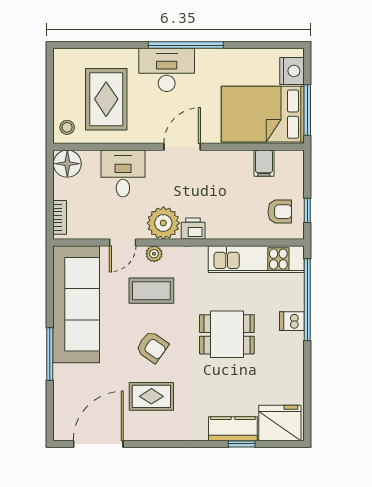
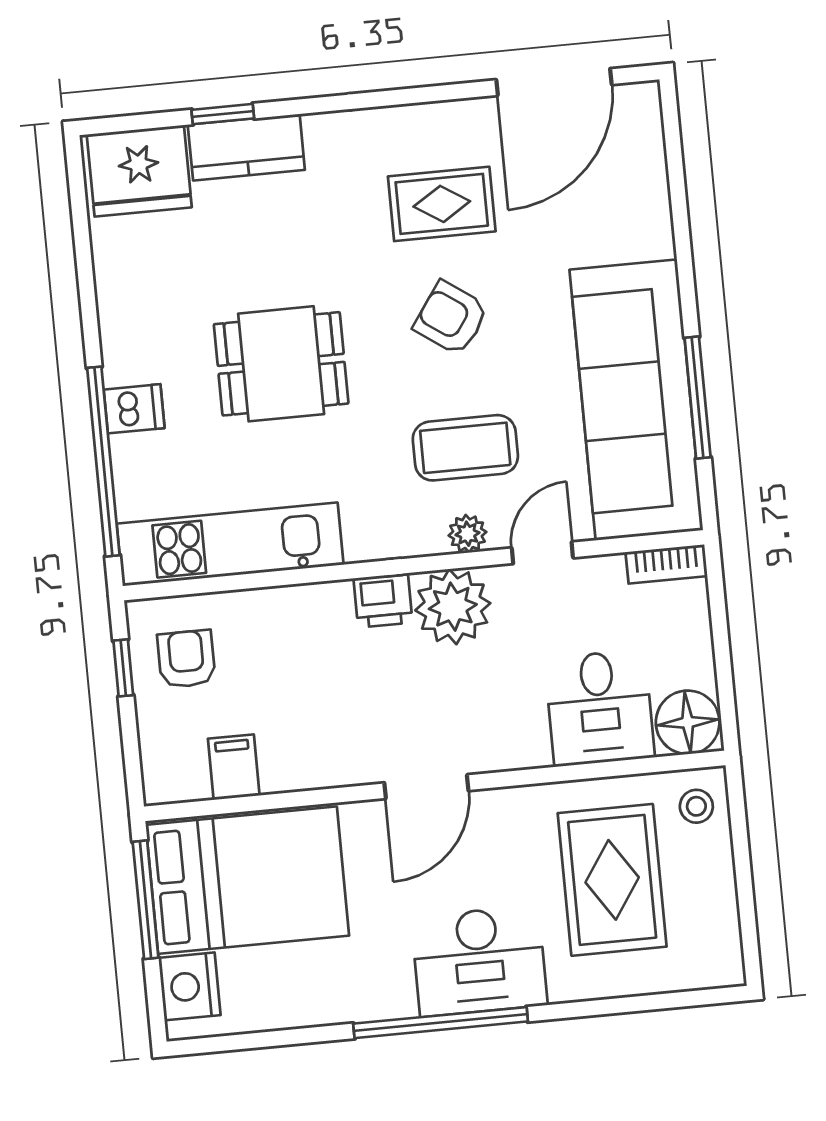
desk: (123, 174) -> (600, 708), moved
armchair: (280, 212) -> (186, 659), turned 90
bookcase: (60, 217) -> (666, 564), moved, turned -90
window: (50, 354) -> (698, 397), moved

